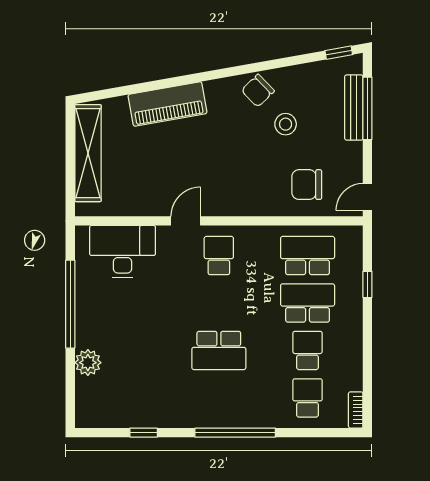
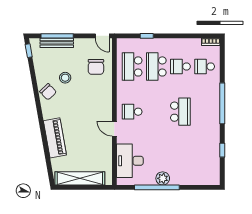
plant: (88, 363) -> (163, 178), moved

